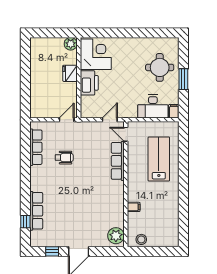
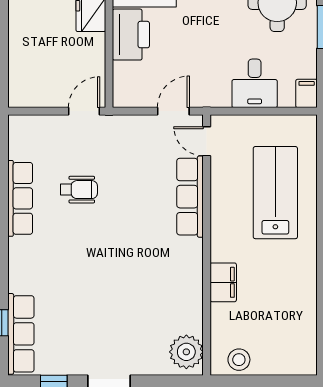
desk: (153, 106) -> (255, 83), width x0.73
row of seats: (36, 147) -> (20, 198), moved
filing cabinet: (134, 207) -> (223, 282), width x2.00
row of seats: (36, 211) -> (21, 334), moved

